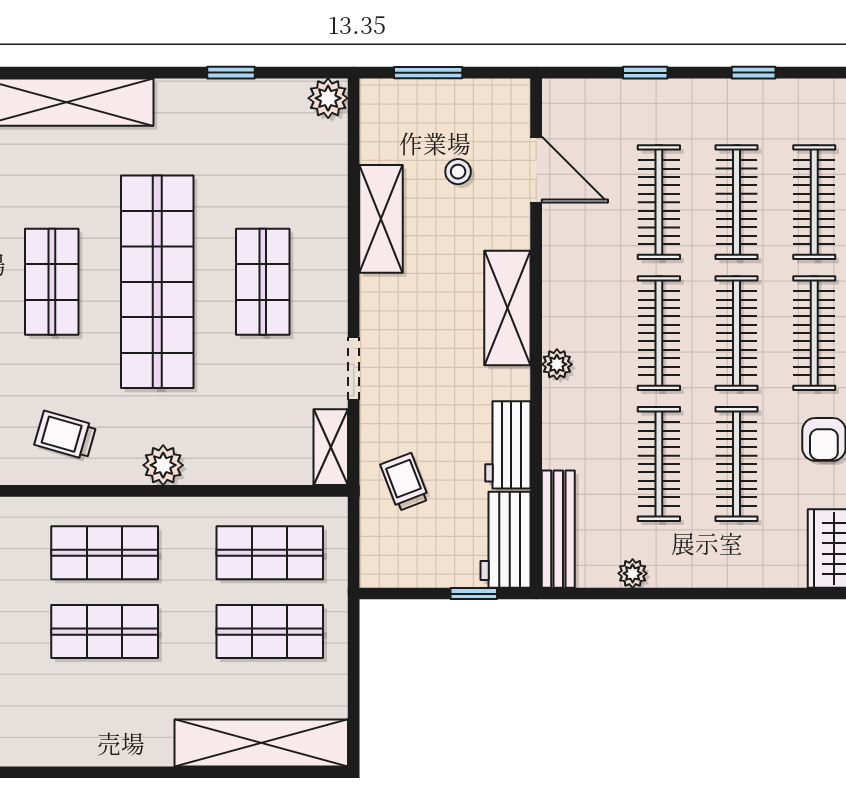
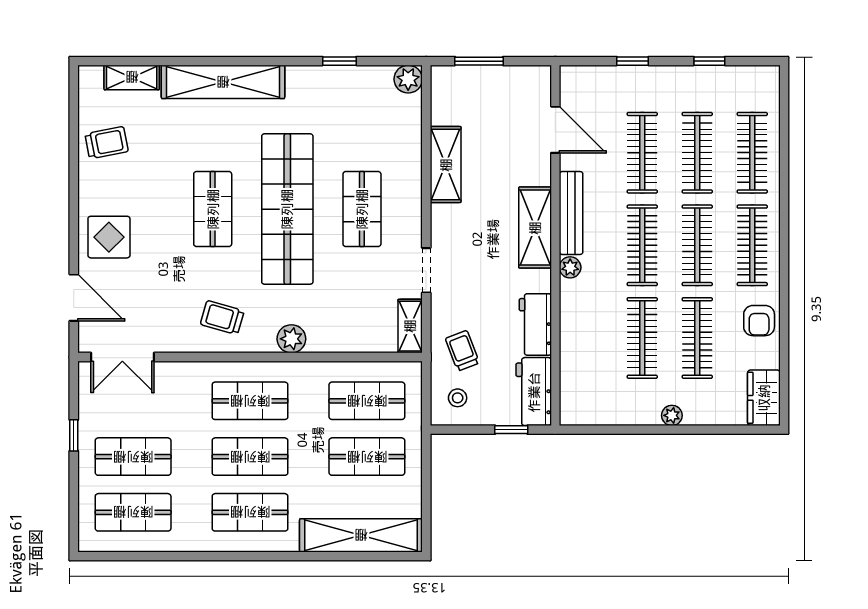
stool: (458, 172) -> (458, 398), moved
bench: (558, 529) -> (571, 213), moved
plant: (633, 573) -> (672, 415), moved
shop shelf: (105, 710) -> (250, 512), added

